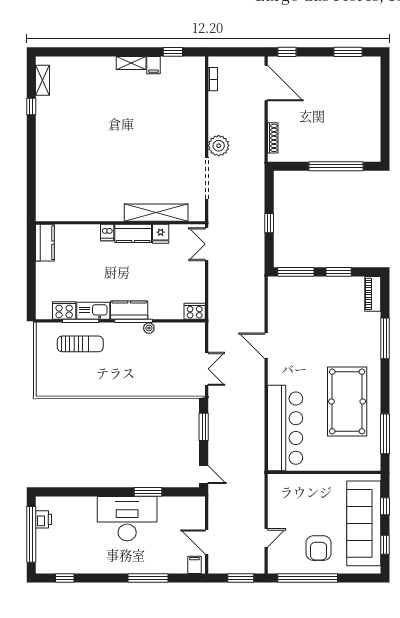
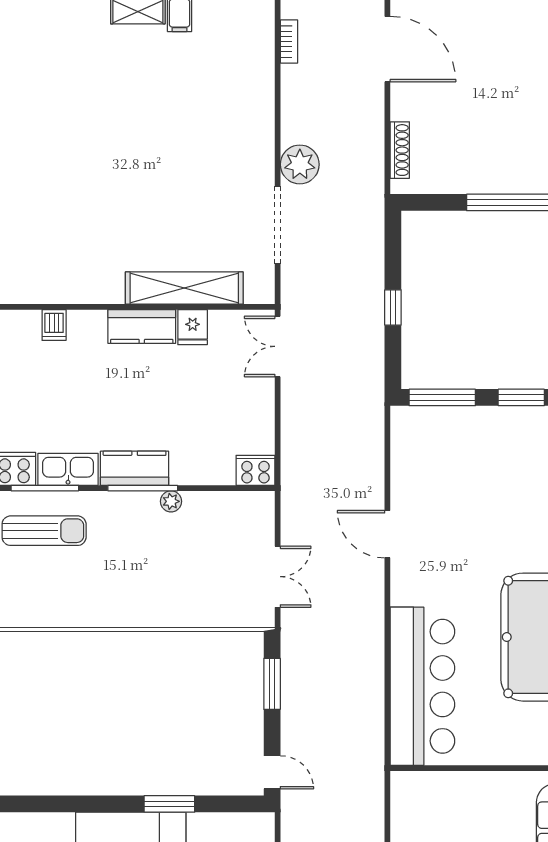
dishwasher: (107, 233) -> (54, 325), moved

